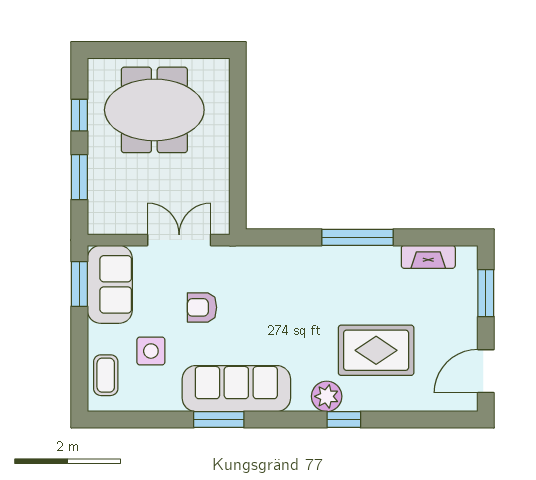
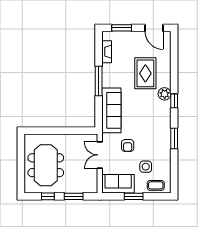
window: (79, 284) -> (134, 196), moved
sofa: (236, 389) -> (111, 110), moved, turned 180
window: (344, 420) -> (174, 101), moved

